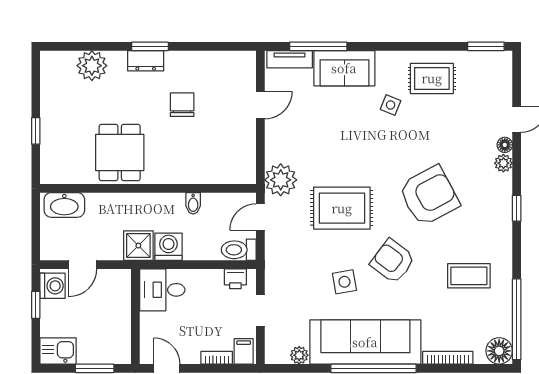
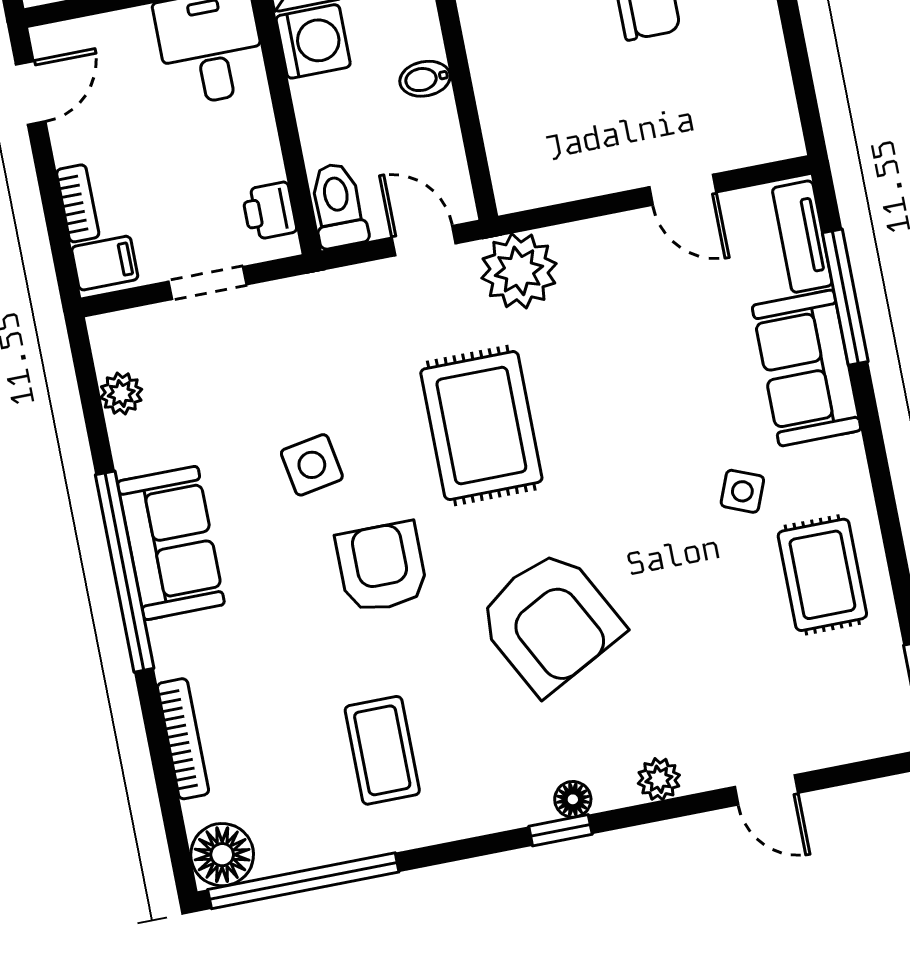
floor lamp: (505, 145) -> (573, 799), moved
armchair: (393, 261) -> (382, 567), turned -37
sofa: (365, 342) -> (171, 543), width x0.54, depth x0.79

